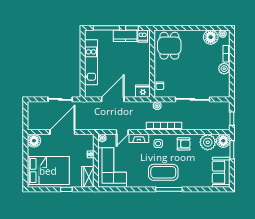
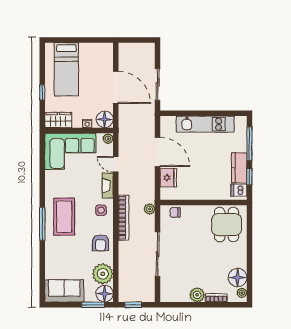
dining table: (169, 46) -> (227, 225), turned 90
fridge: (143, 91) -> (168, 178), moved
floor lamp: (34, 141) -> (105, 119), moved
bed: (48, 171) -> (66, 69), width x0.67

